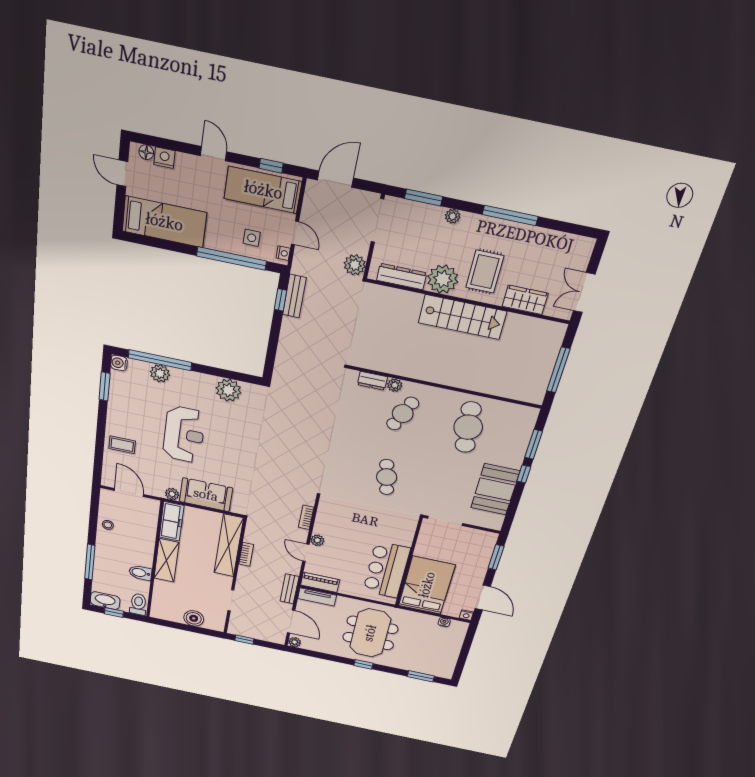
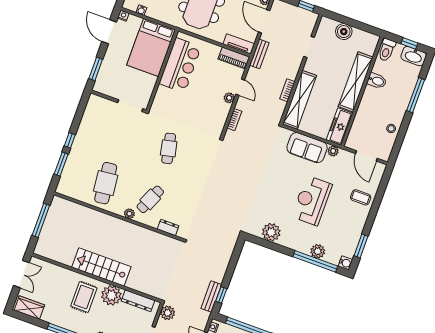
wardrobe: (525, 300) -> (29, 308), moved, turned 180
plant: (395, 385) -> (129, 214), moved
booth: (495, 489) -> (91, 129), removed
shelving: (166, 560) -> (356, 82), width x1.47

